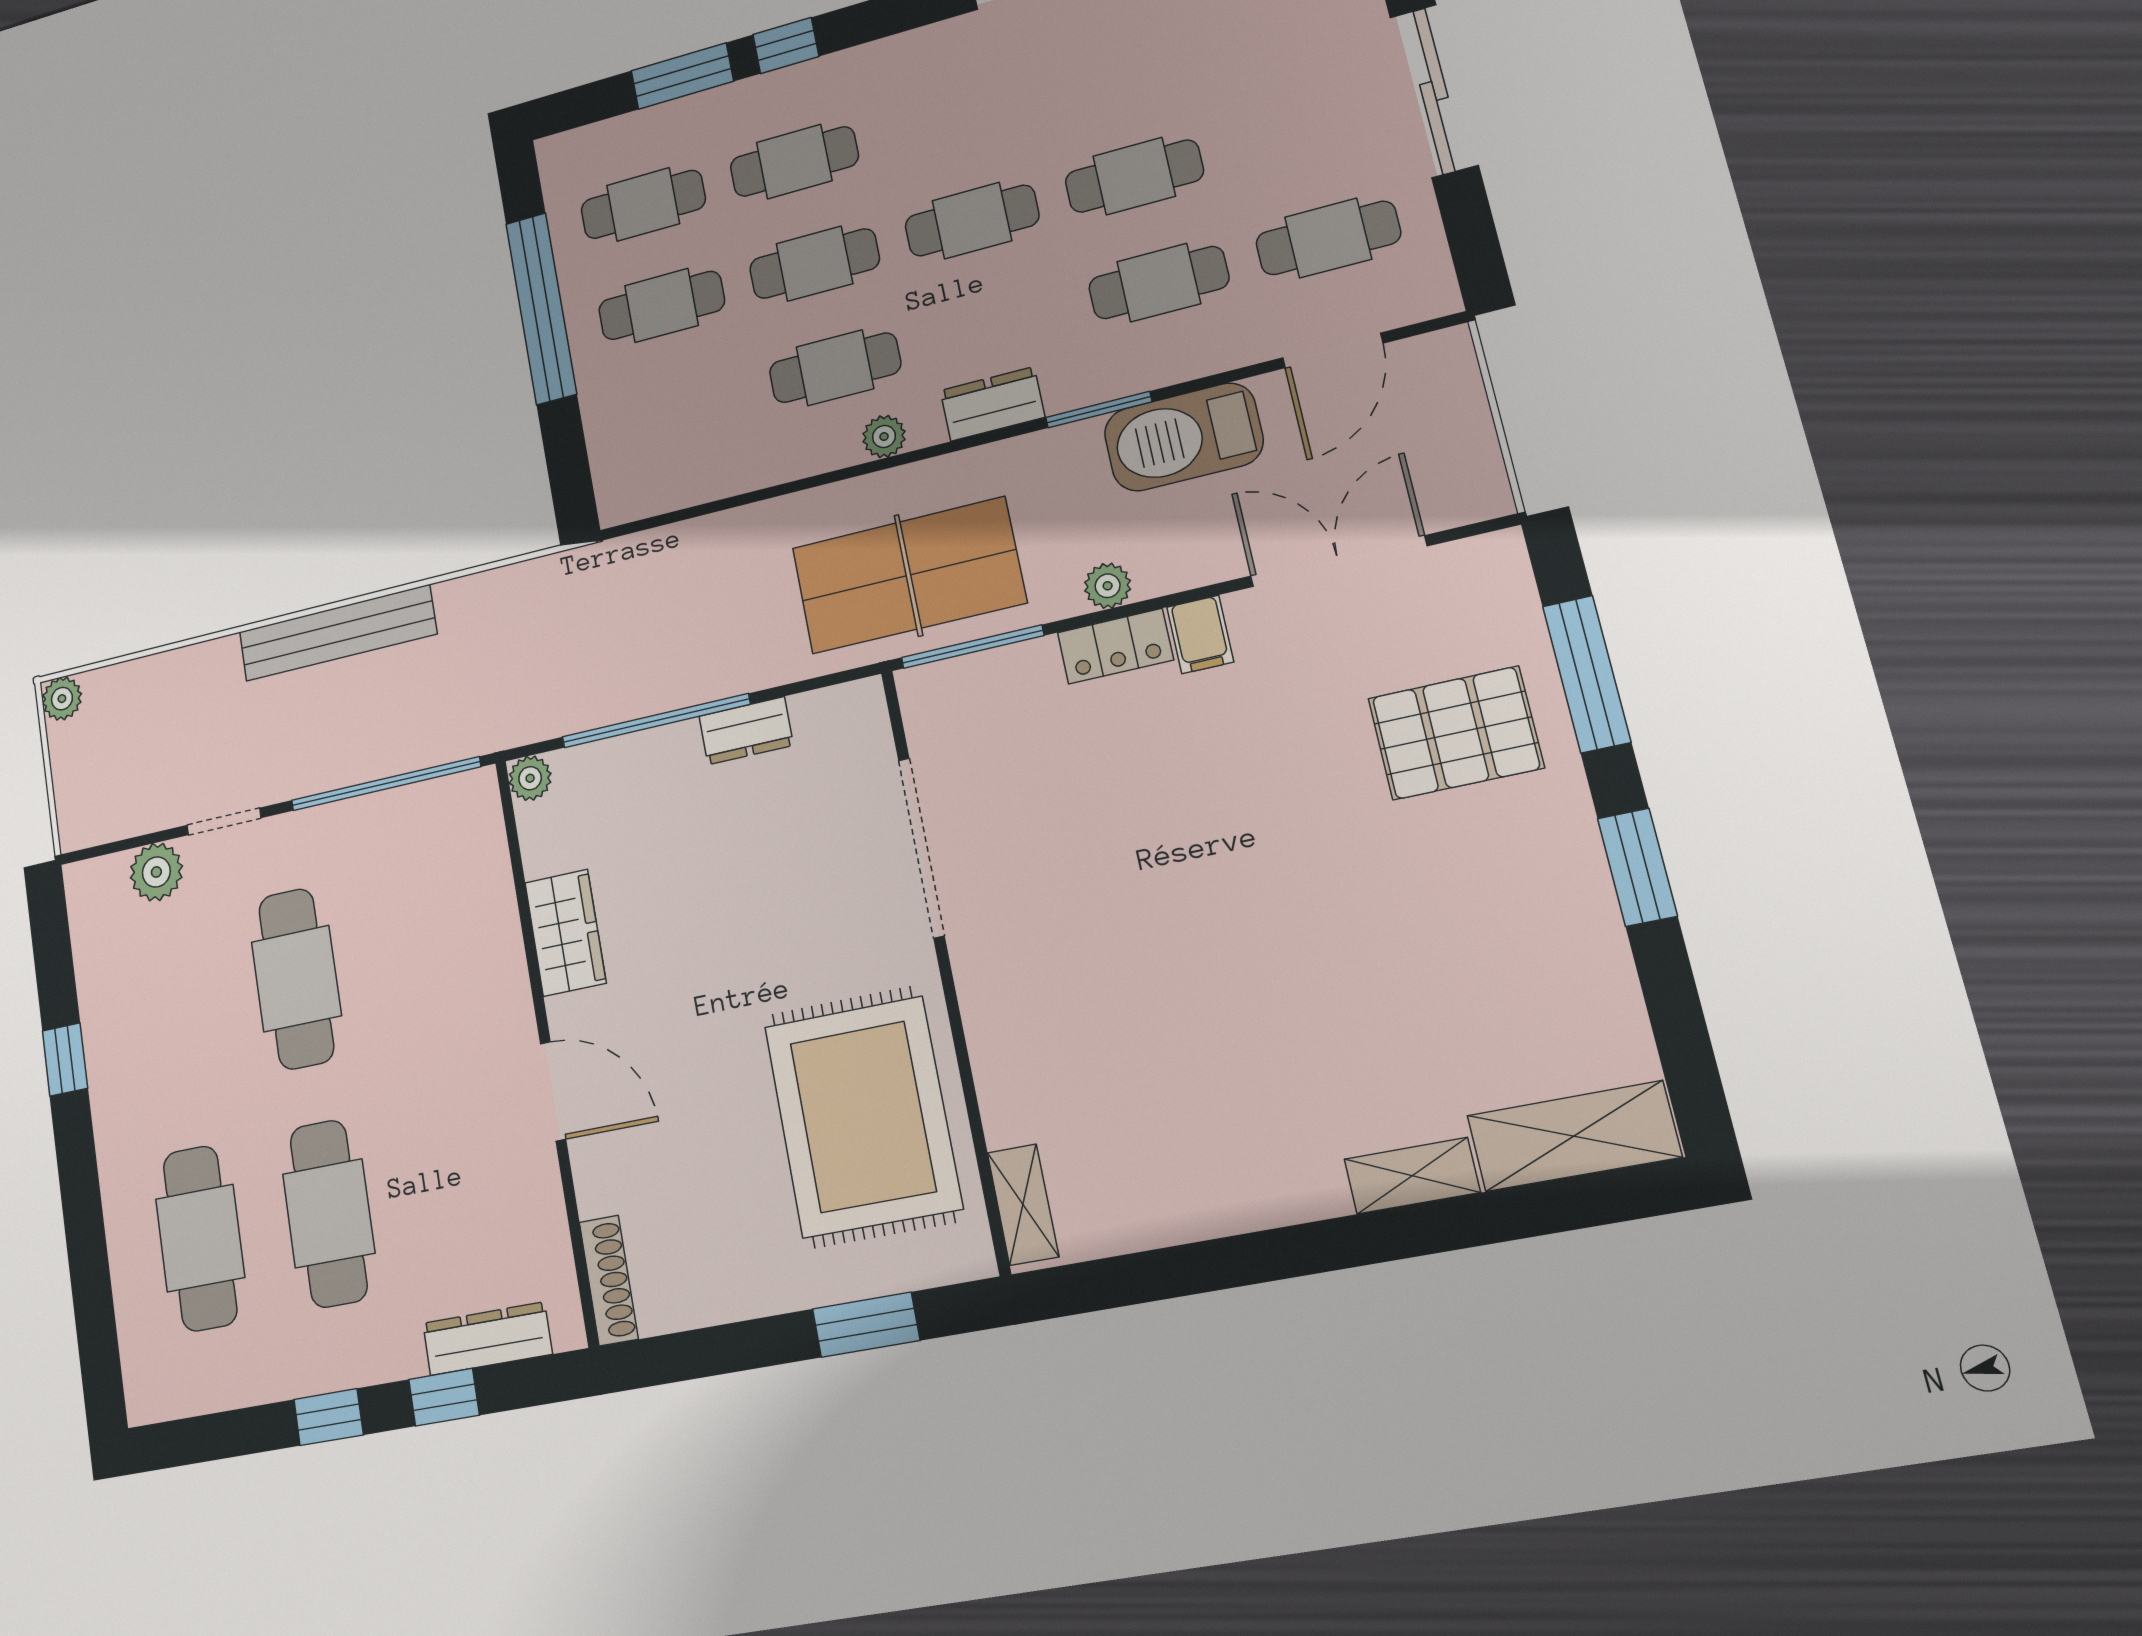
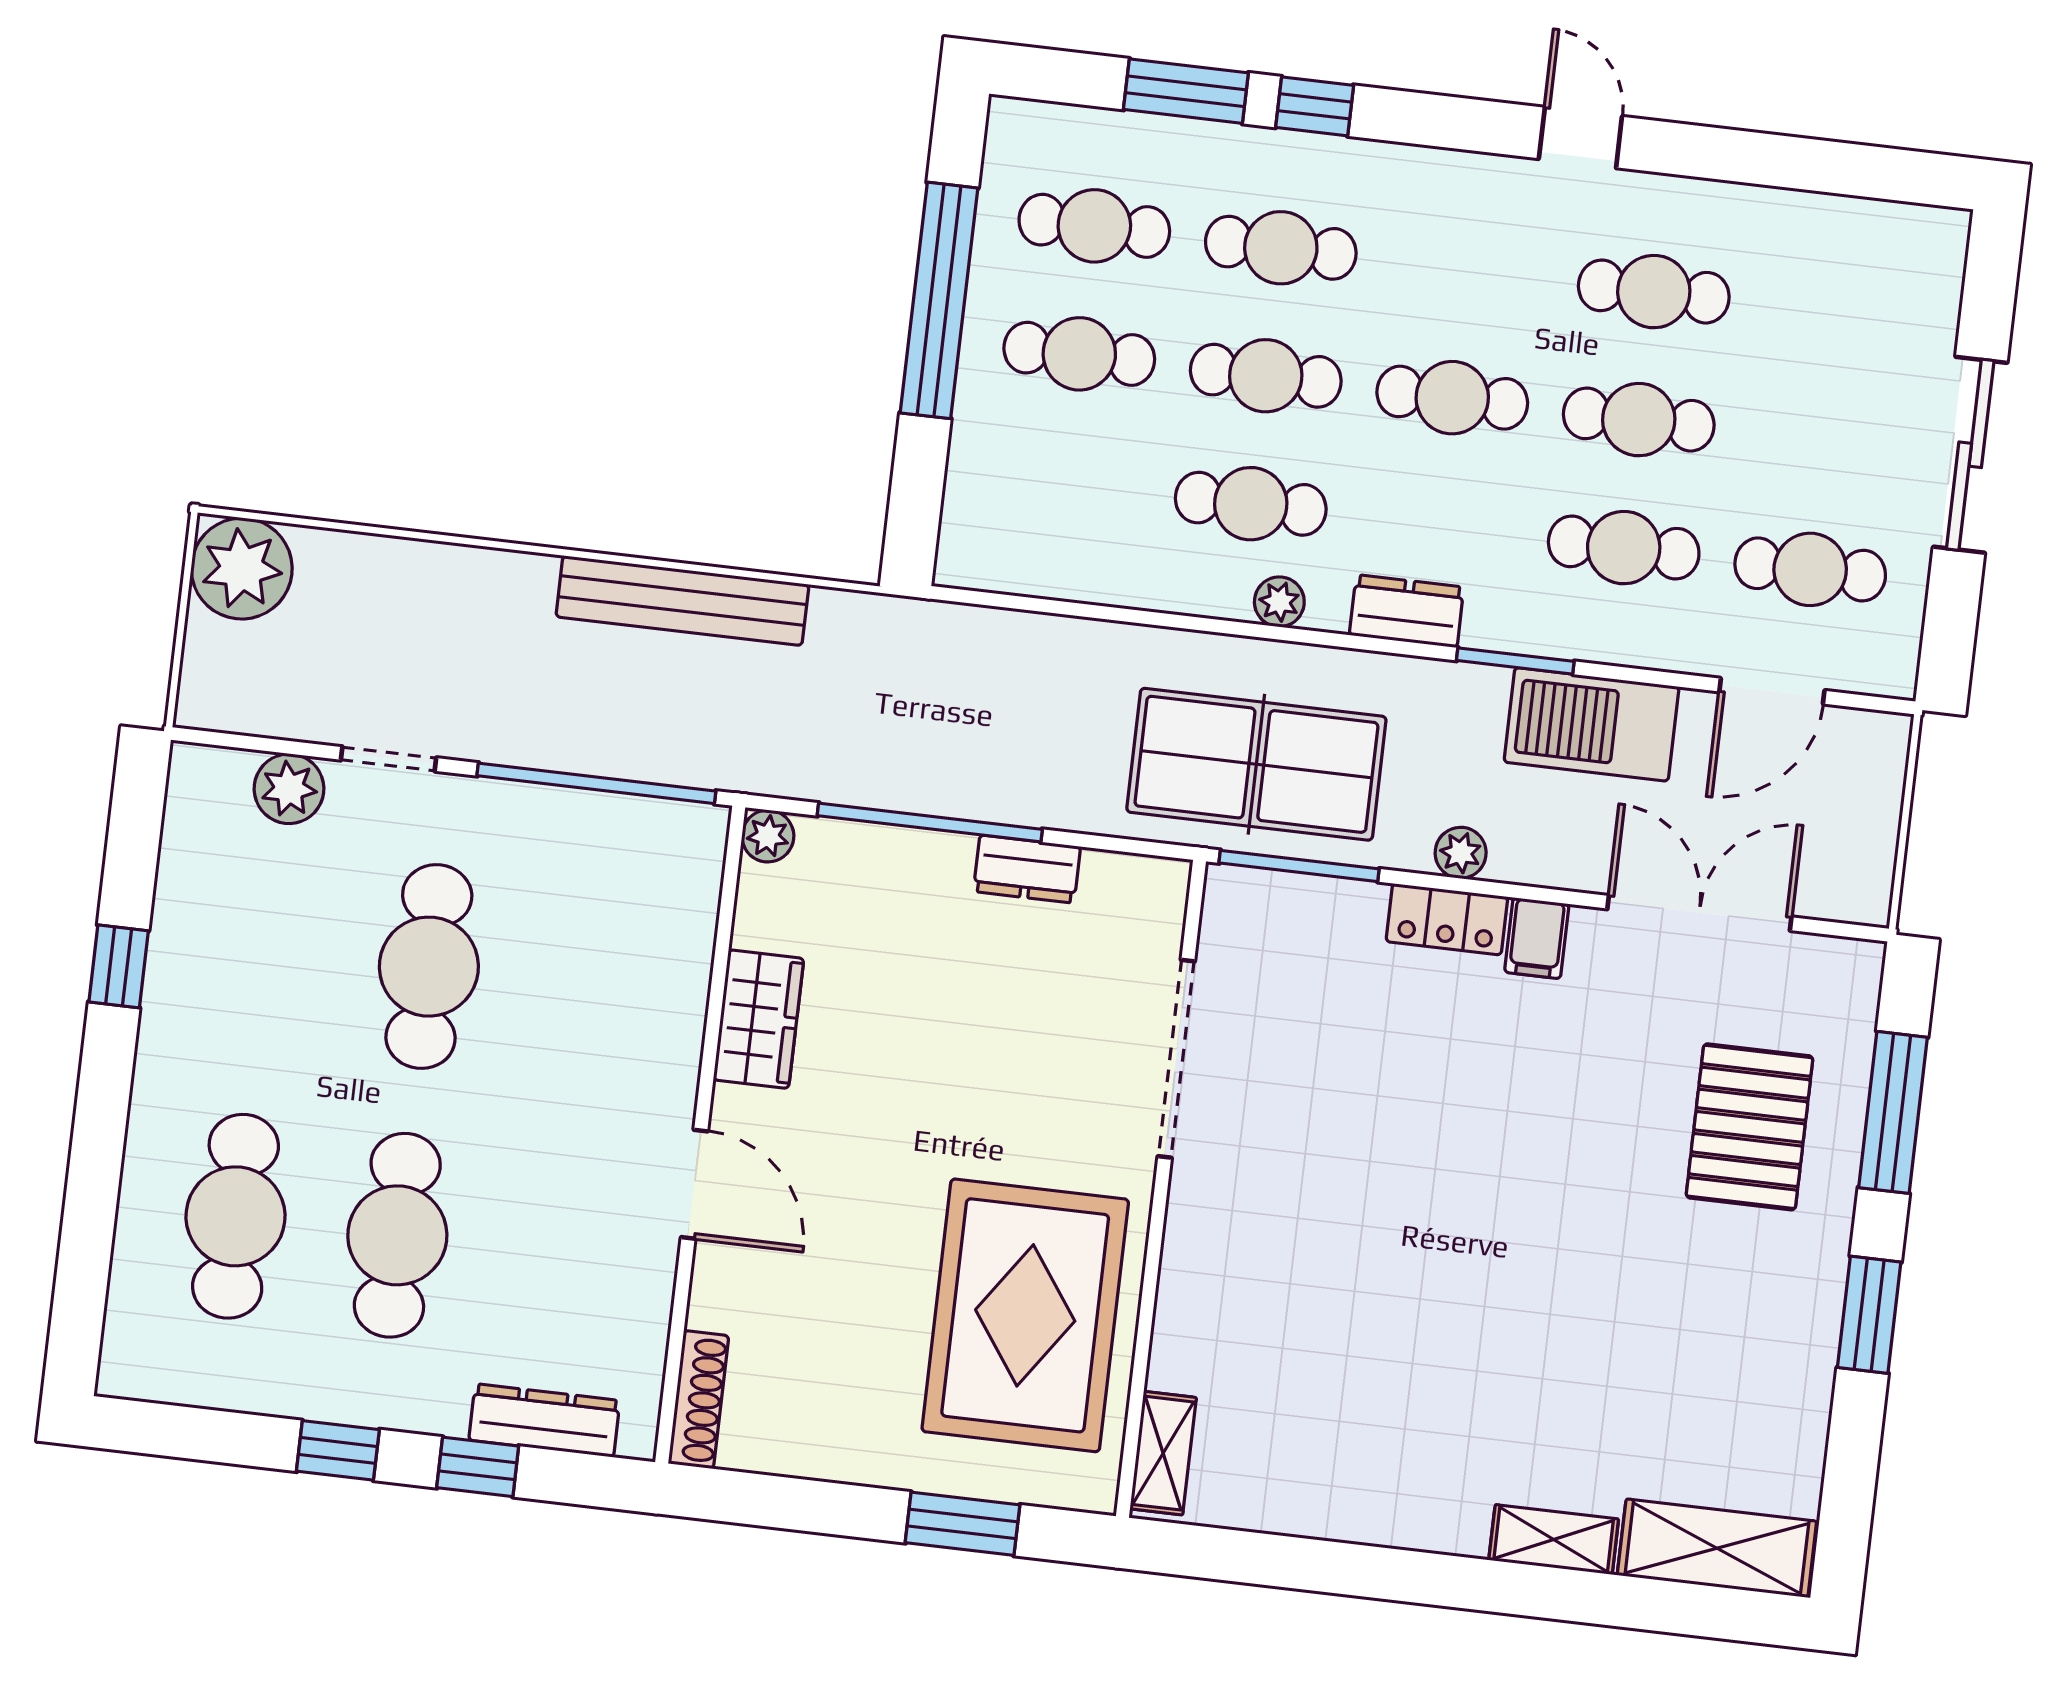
cafe table: (1110, 72) -> (1654, 292), added
bench: (337, 633) -> (682, 601), moved
plant: (62, 699) -> (242, 569), width x1.88, depth x1.88
pallet: (1456, 733) -> (1750, 1127), turned 90

